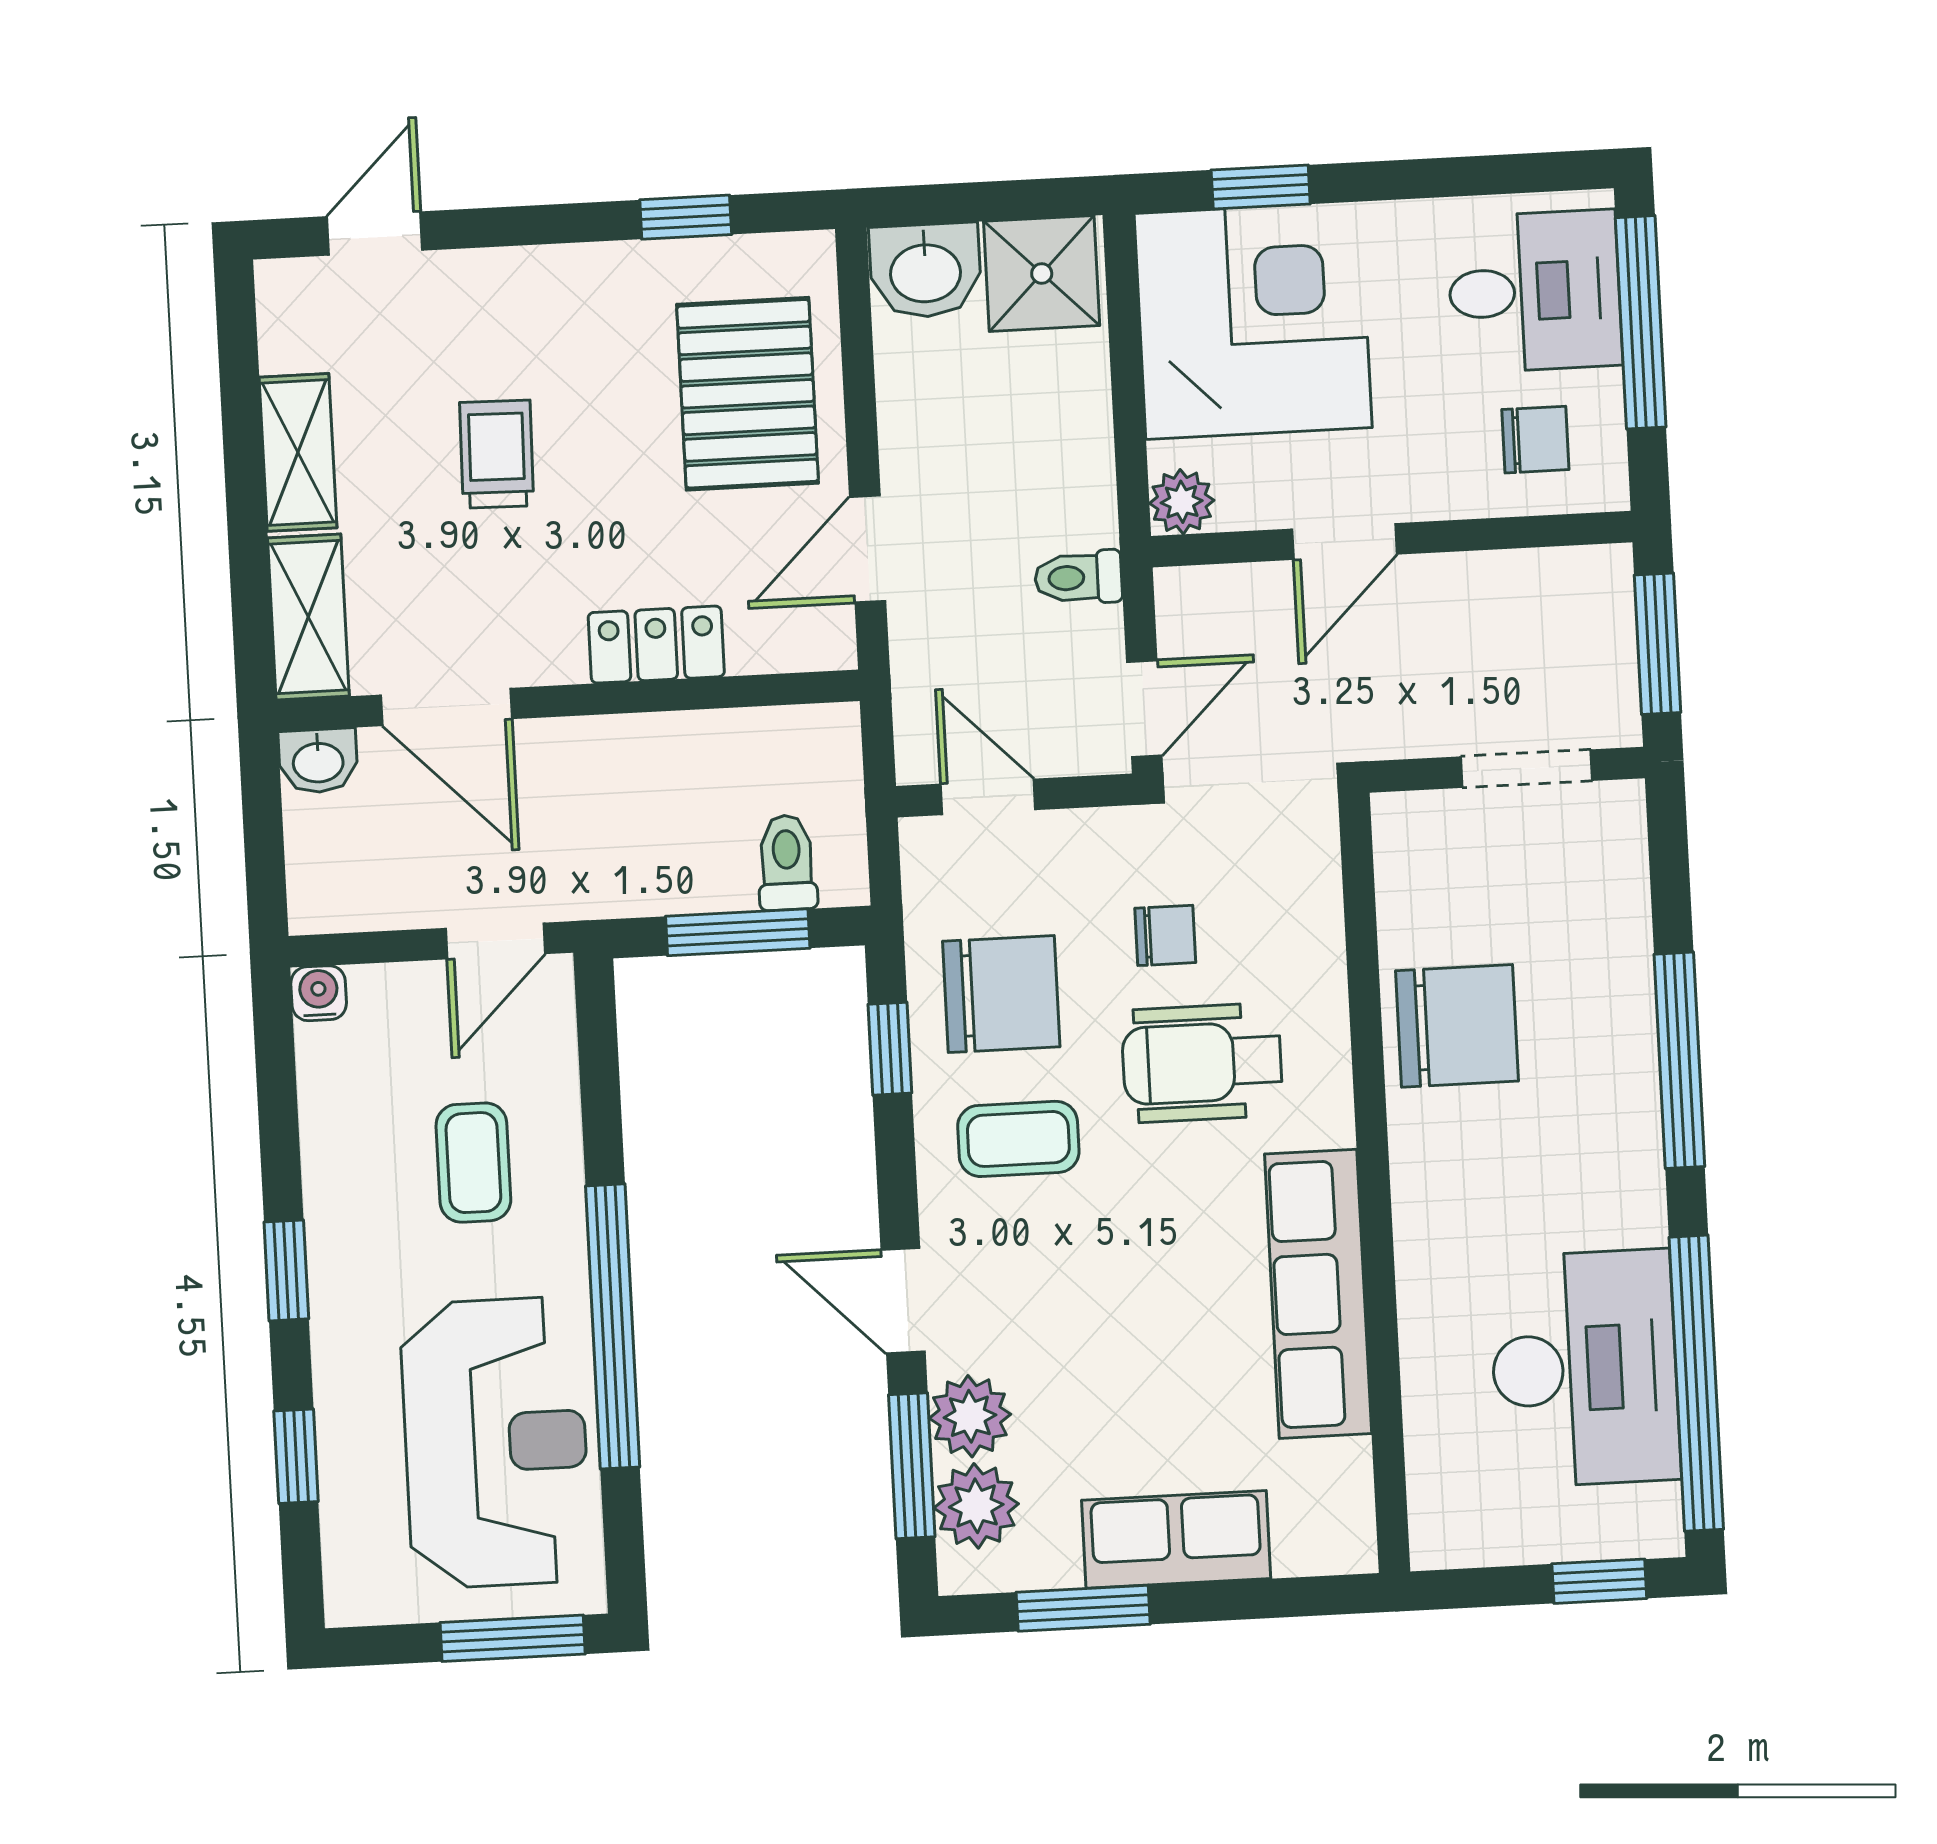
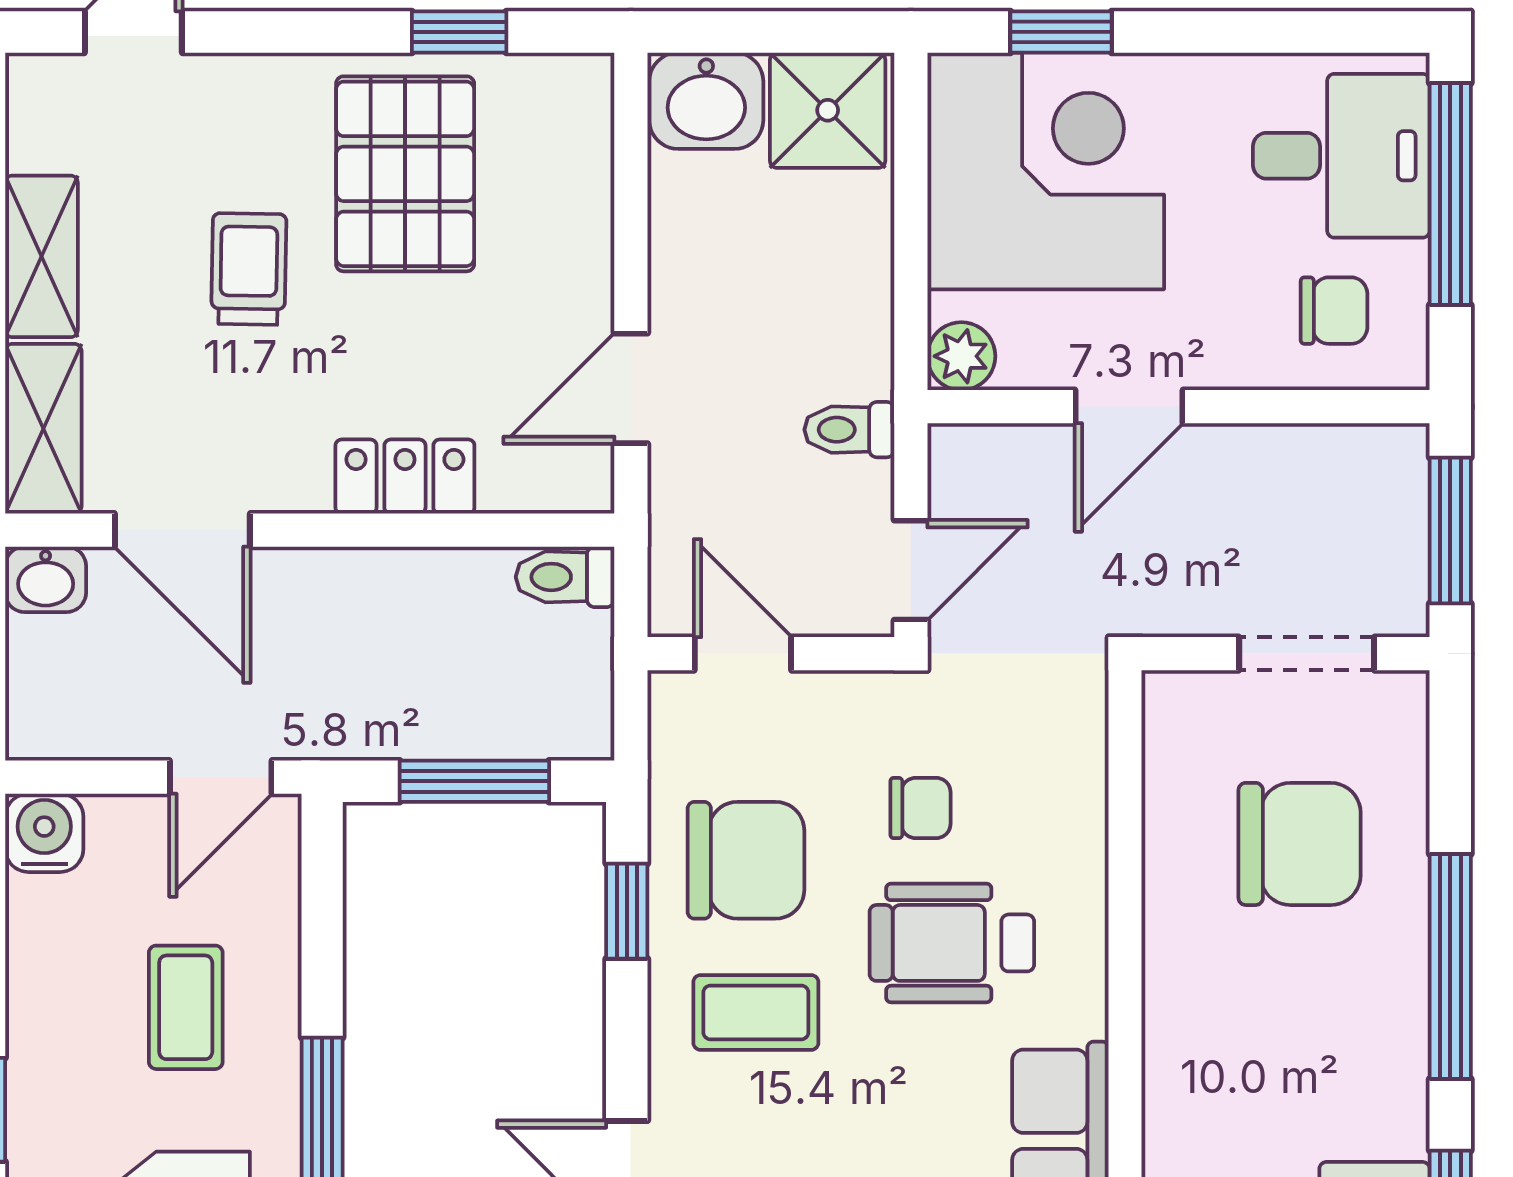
pallet: (748, 394) -> (405, 174), moved
toilet: (787, 863) -> (565, 577), moved, turned -90
water cooler: (319, 993) -> (44, 833), width x1.38, depth x1.38
chair: (1457, 1026) -> (1300, 844), moved

